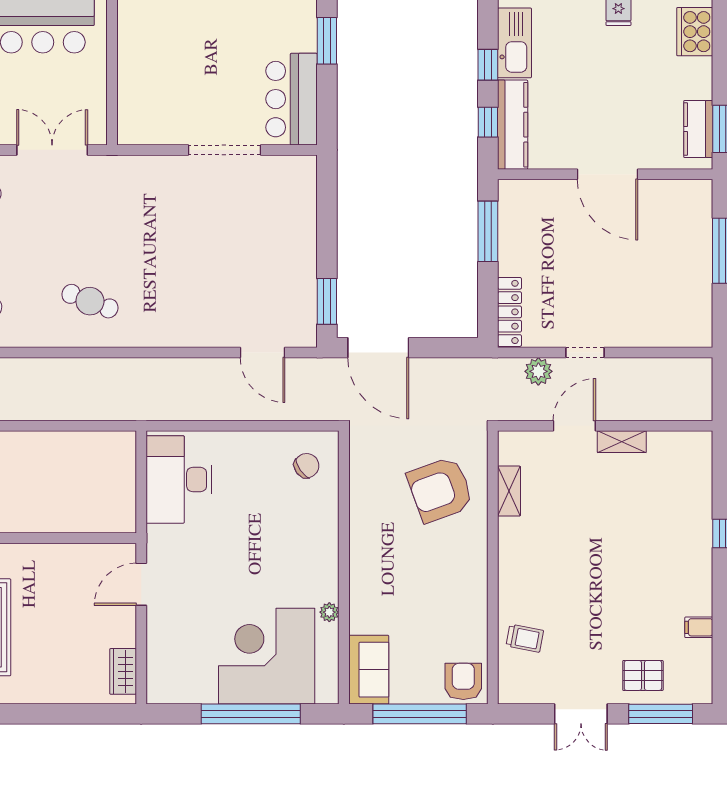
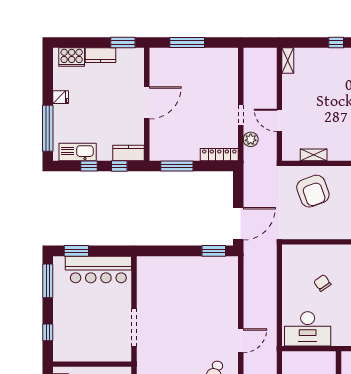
bar counter: (291, 99) -> (98, 269), width x1.36
kitchen counter: (513, 125) -> (129, 153), width x0.67
kitchen counter: (698, 129) -> (101, 55), moved
doorway: (224, 150) -> (134, 327), moved
door: (263, 353) -> (241, 341), moved
shelving: (622, 442) -> (288, 61), moved
chair: (307, 466) -> (322, 283), moved

